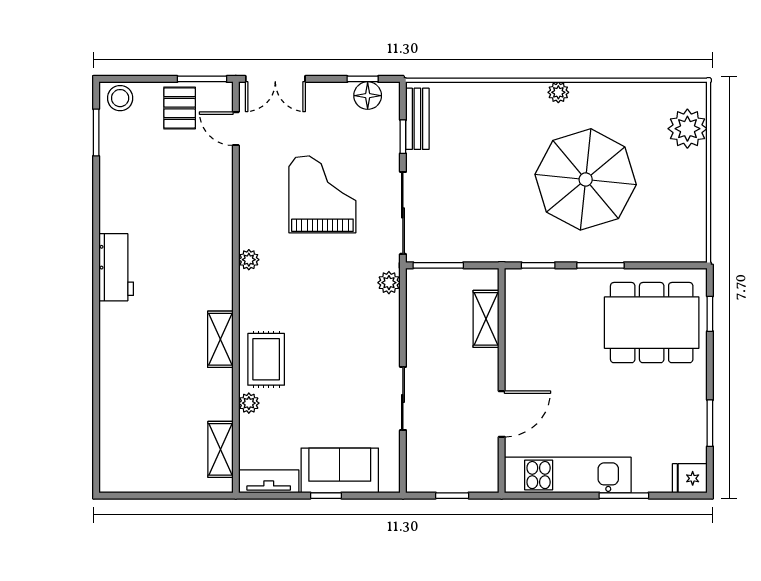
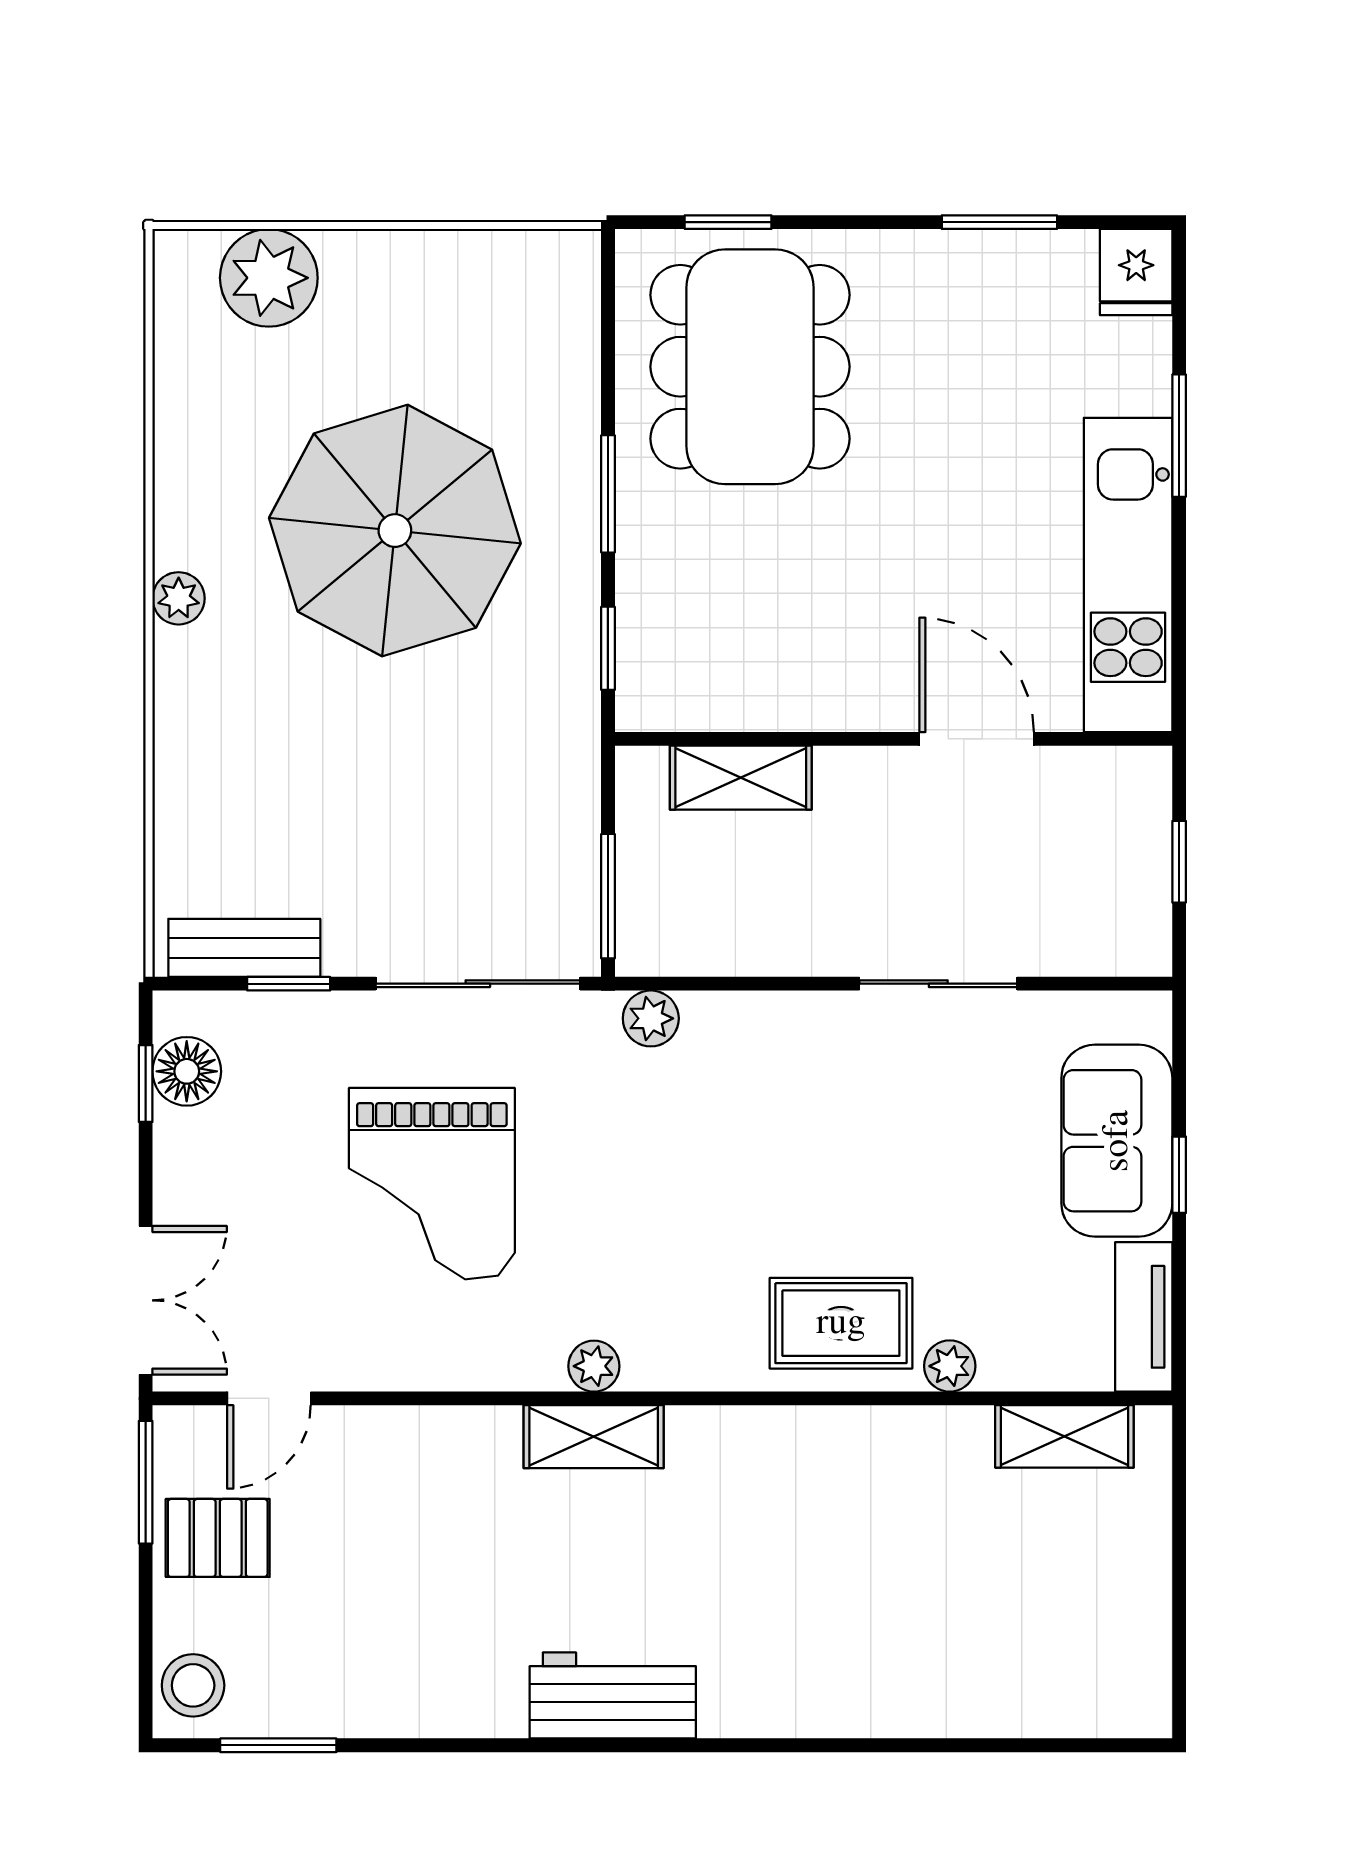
grand piano: (322, 194) -> (432, 1184), turned -90
shelving: (220, 339) -> (594, 1437), moved

